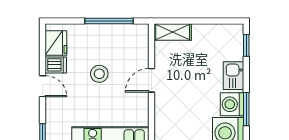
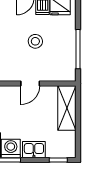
shelving: (173, 32) -> (67, 108), width x1.50, depth x1.33
door: (151, 80) -> (30, 83), swing flipped

